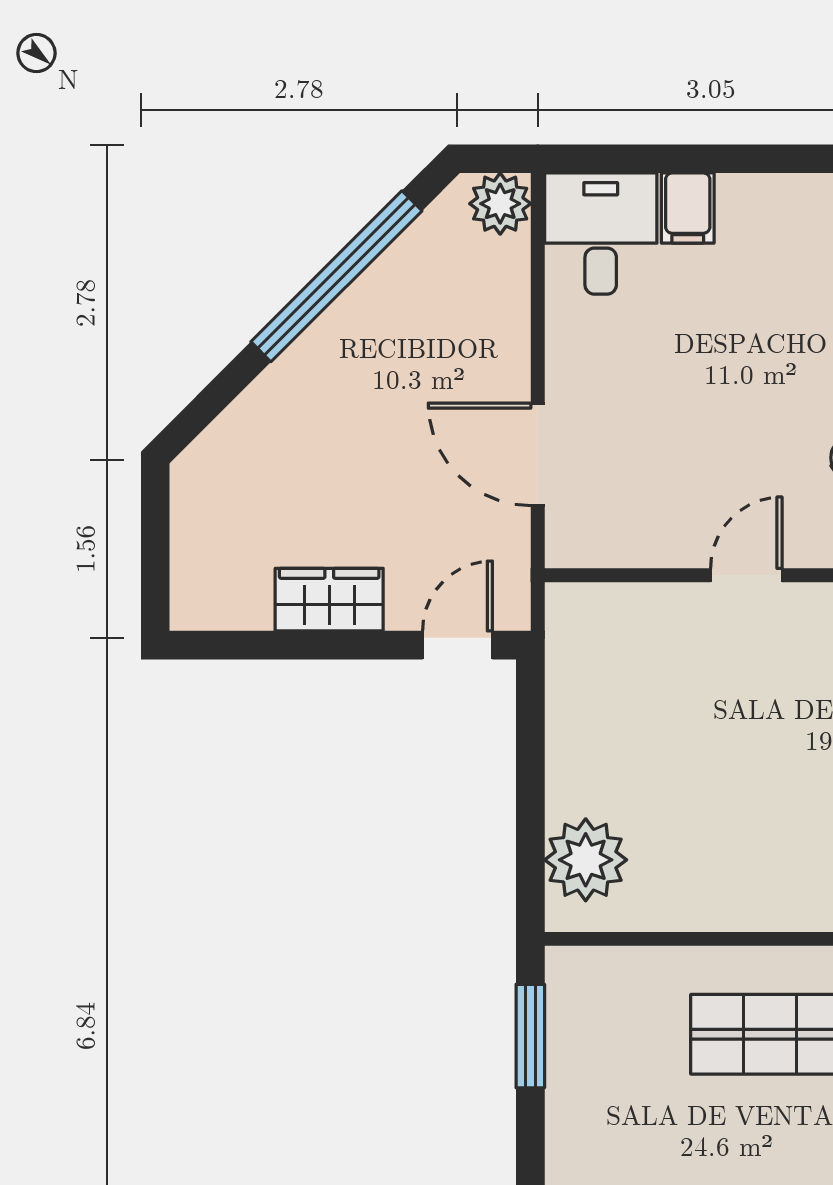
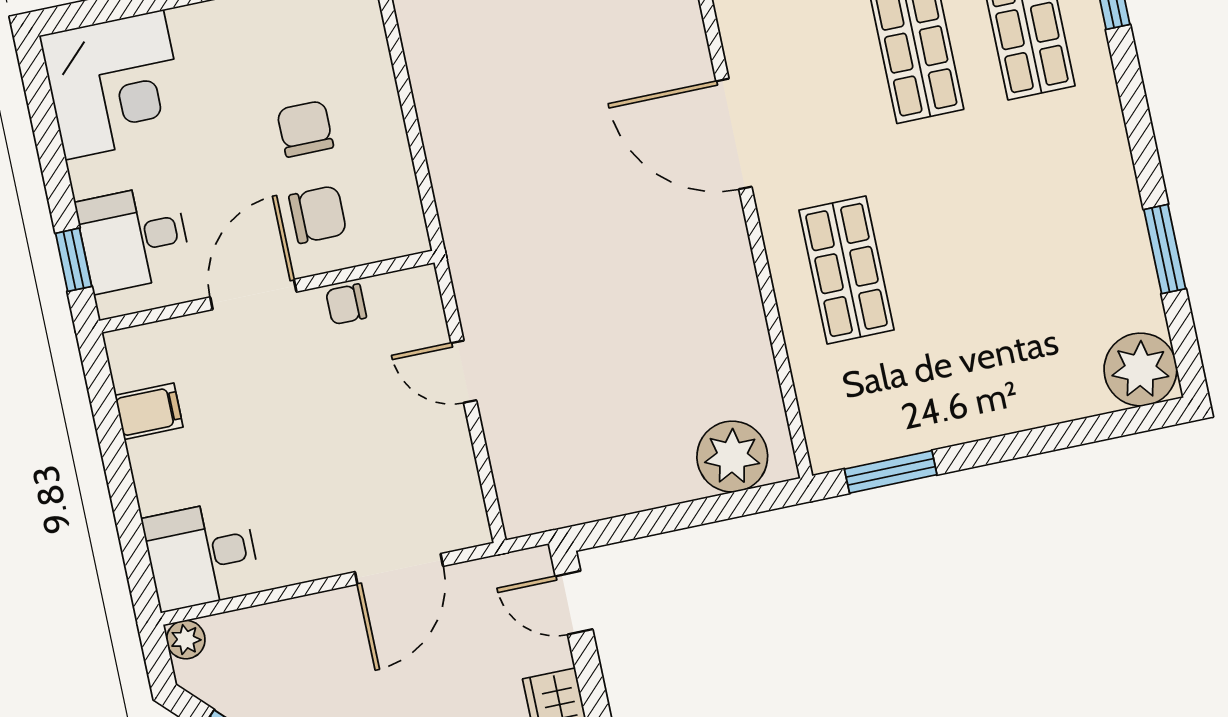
plant: (500, 204) -> (186, 640), width x0.73, depth x0.73
filing cabinet: (688, 208) -> (149, 411), moved

